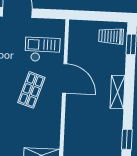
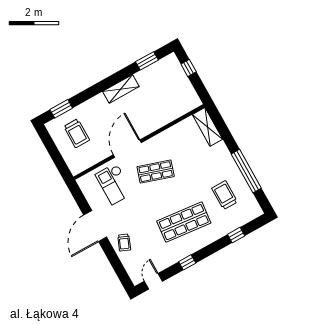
trolley: (111, 36) -> (77, 133), moved
shelving: (118, 92) -> (121, 89), moved

